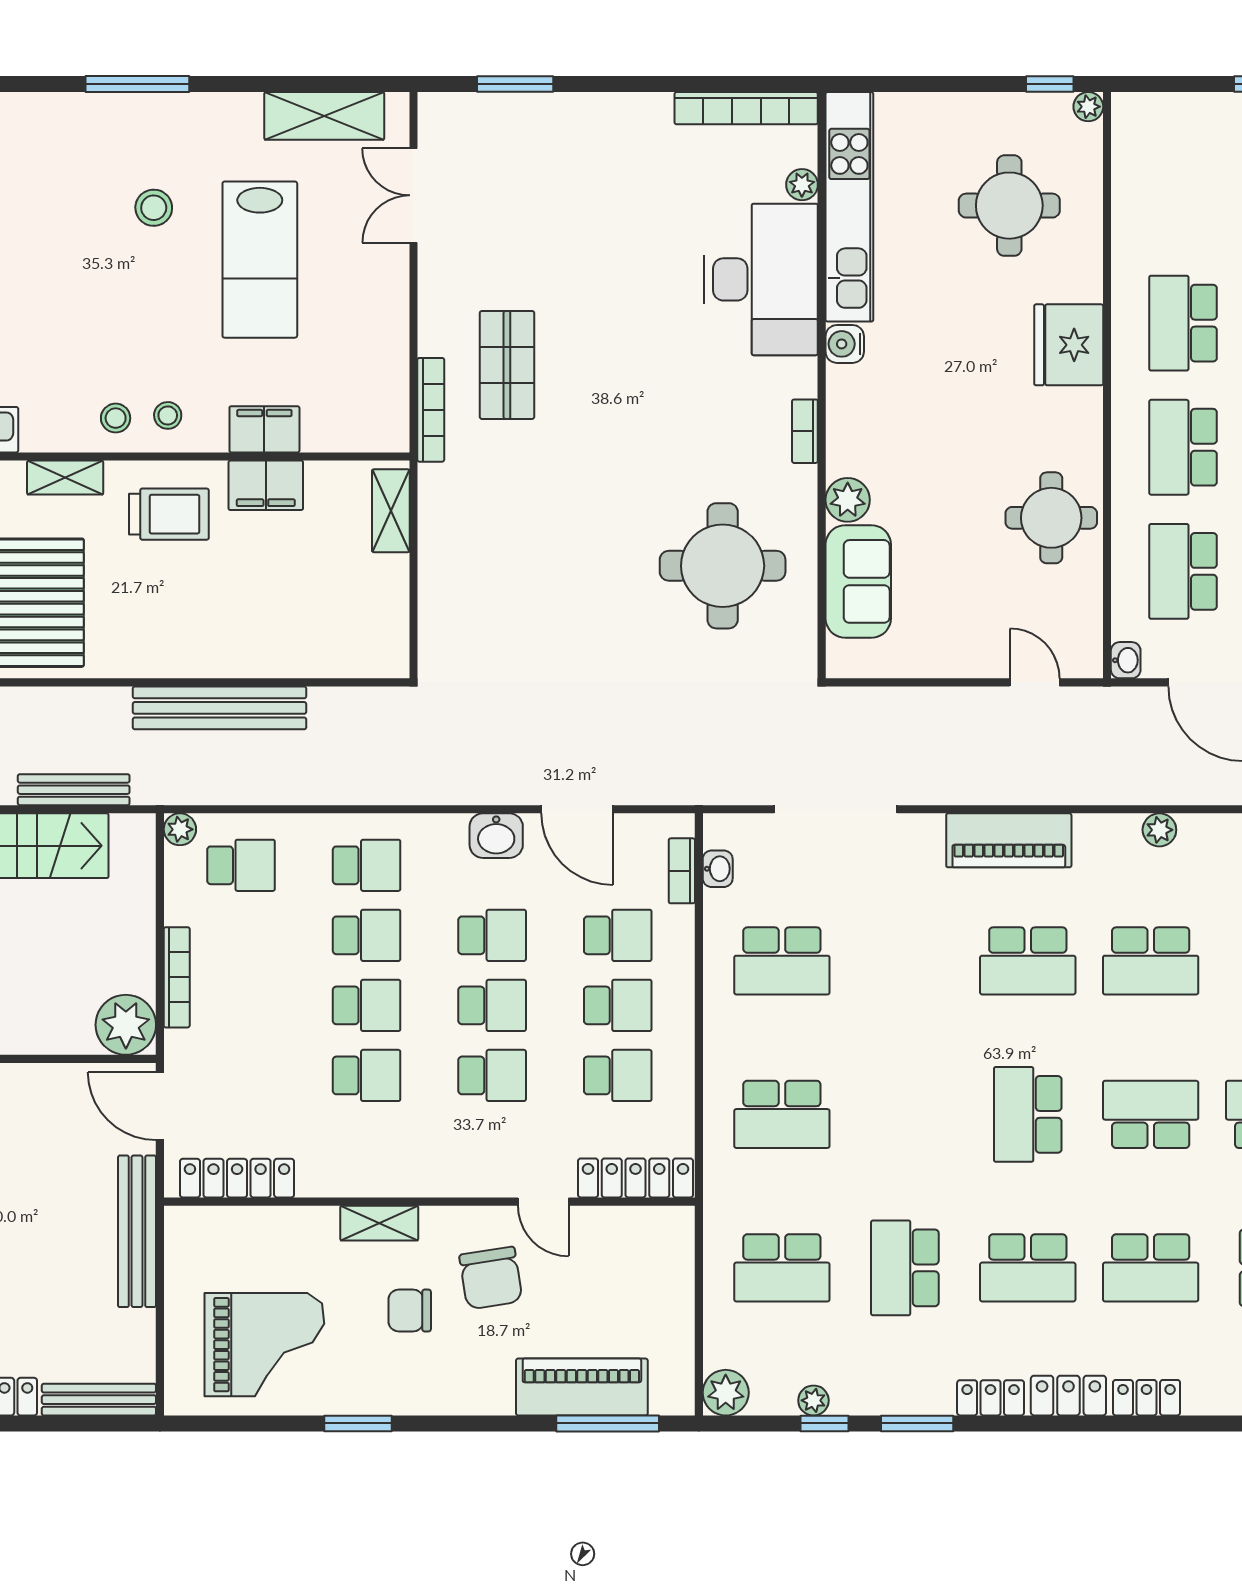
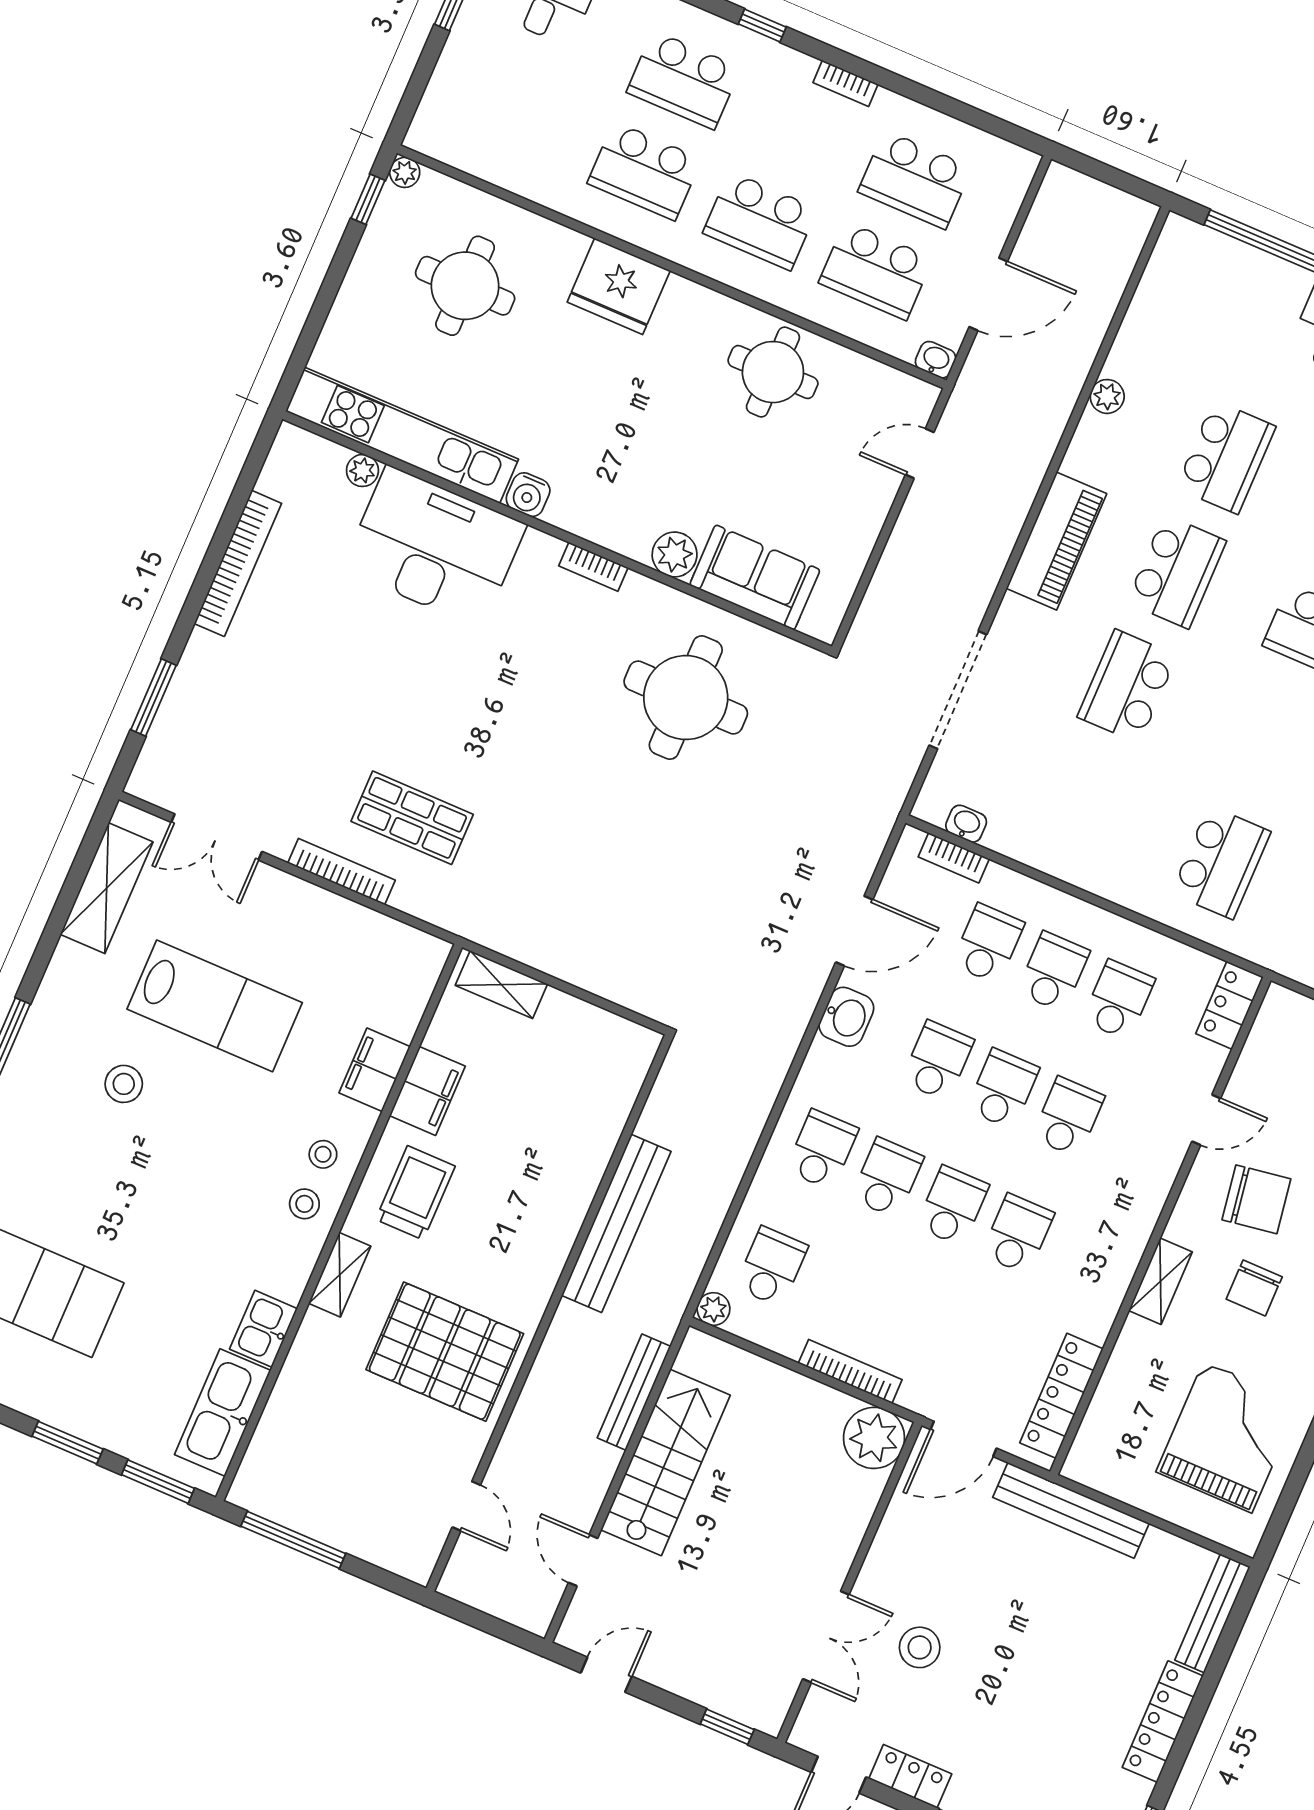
bookcase: (746, 108) -> (238, 563), moved
bookcase: (431, 410) -> (341, 872), moved
school desk: (782, 961) -> (1127, 686), moved, turned 180
locker: (635, 1178) -> (1230, 1005), width x0.66

